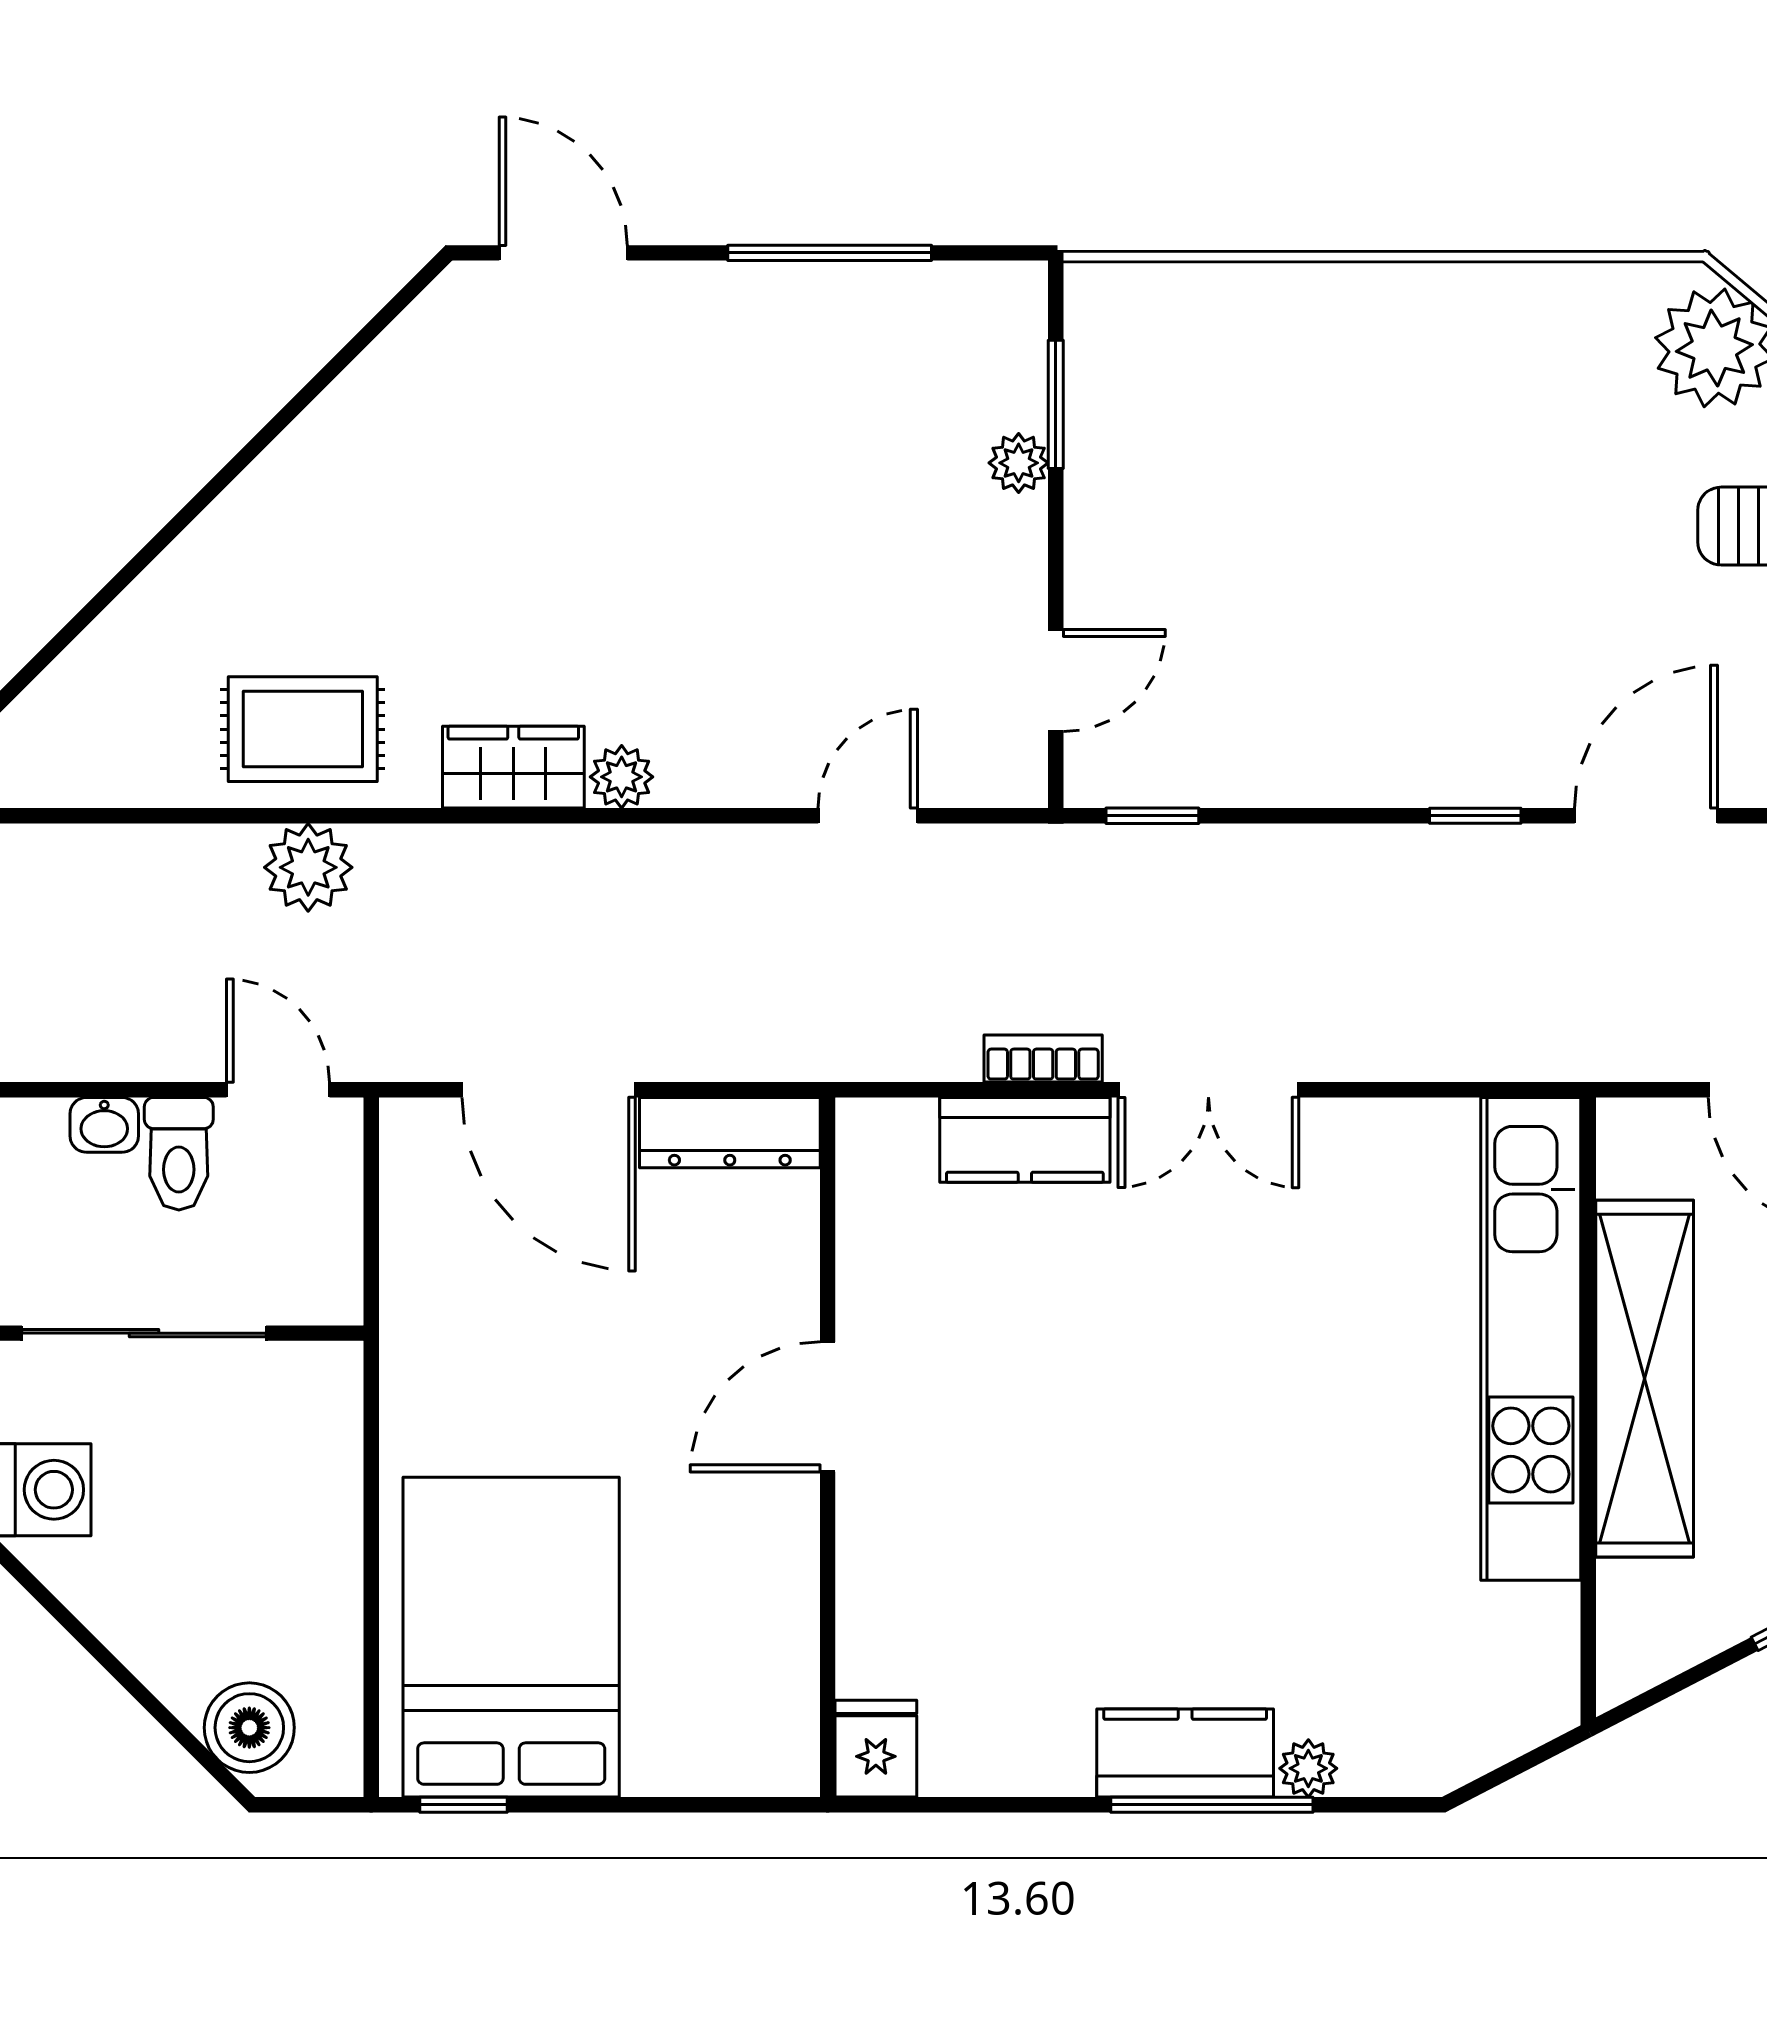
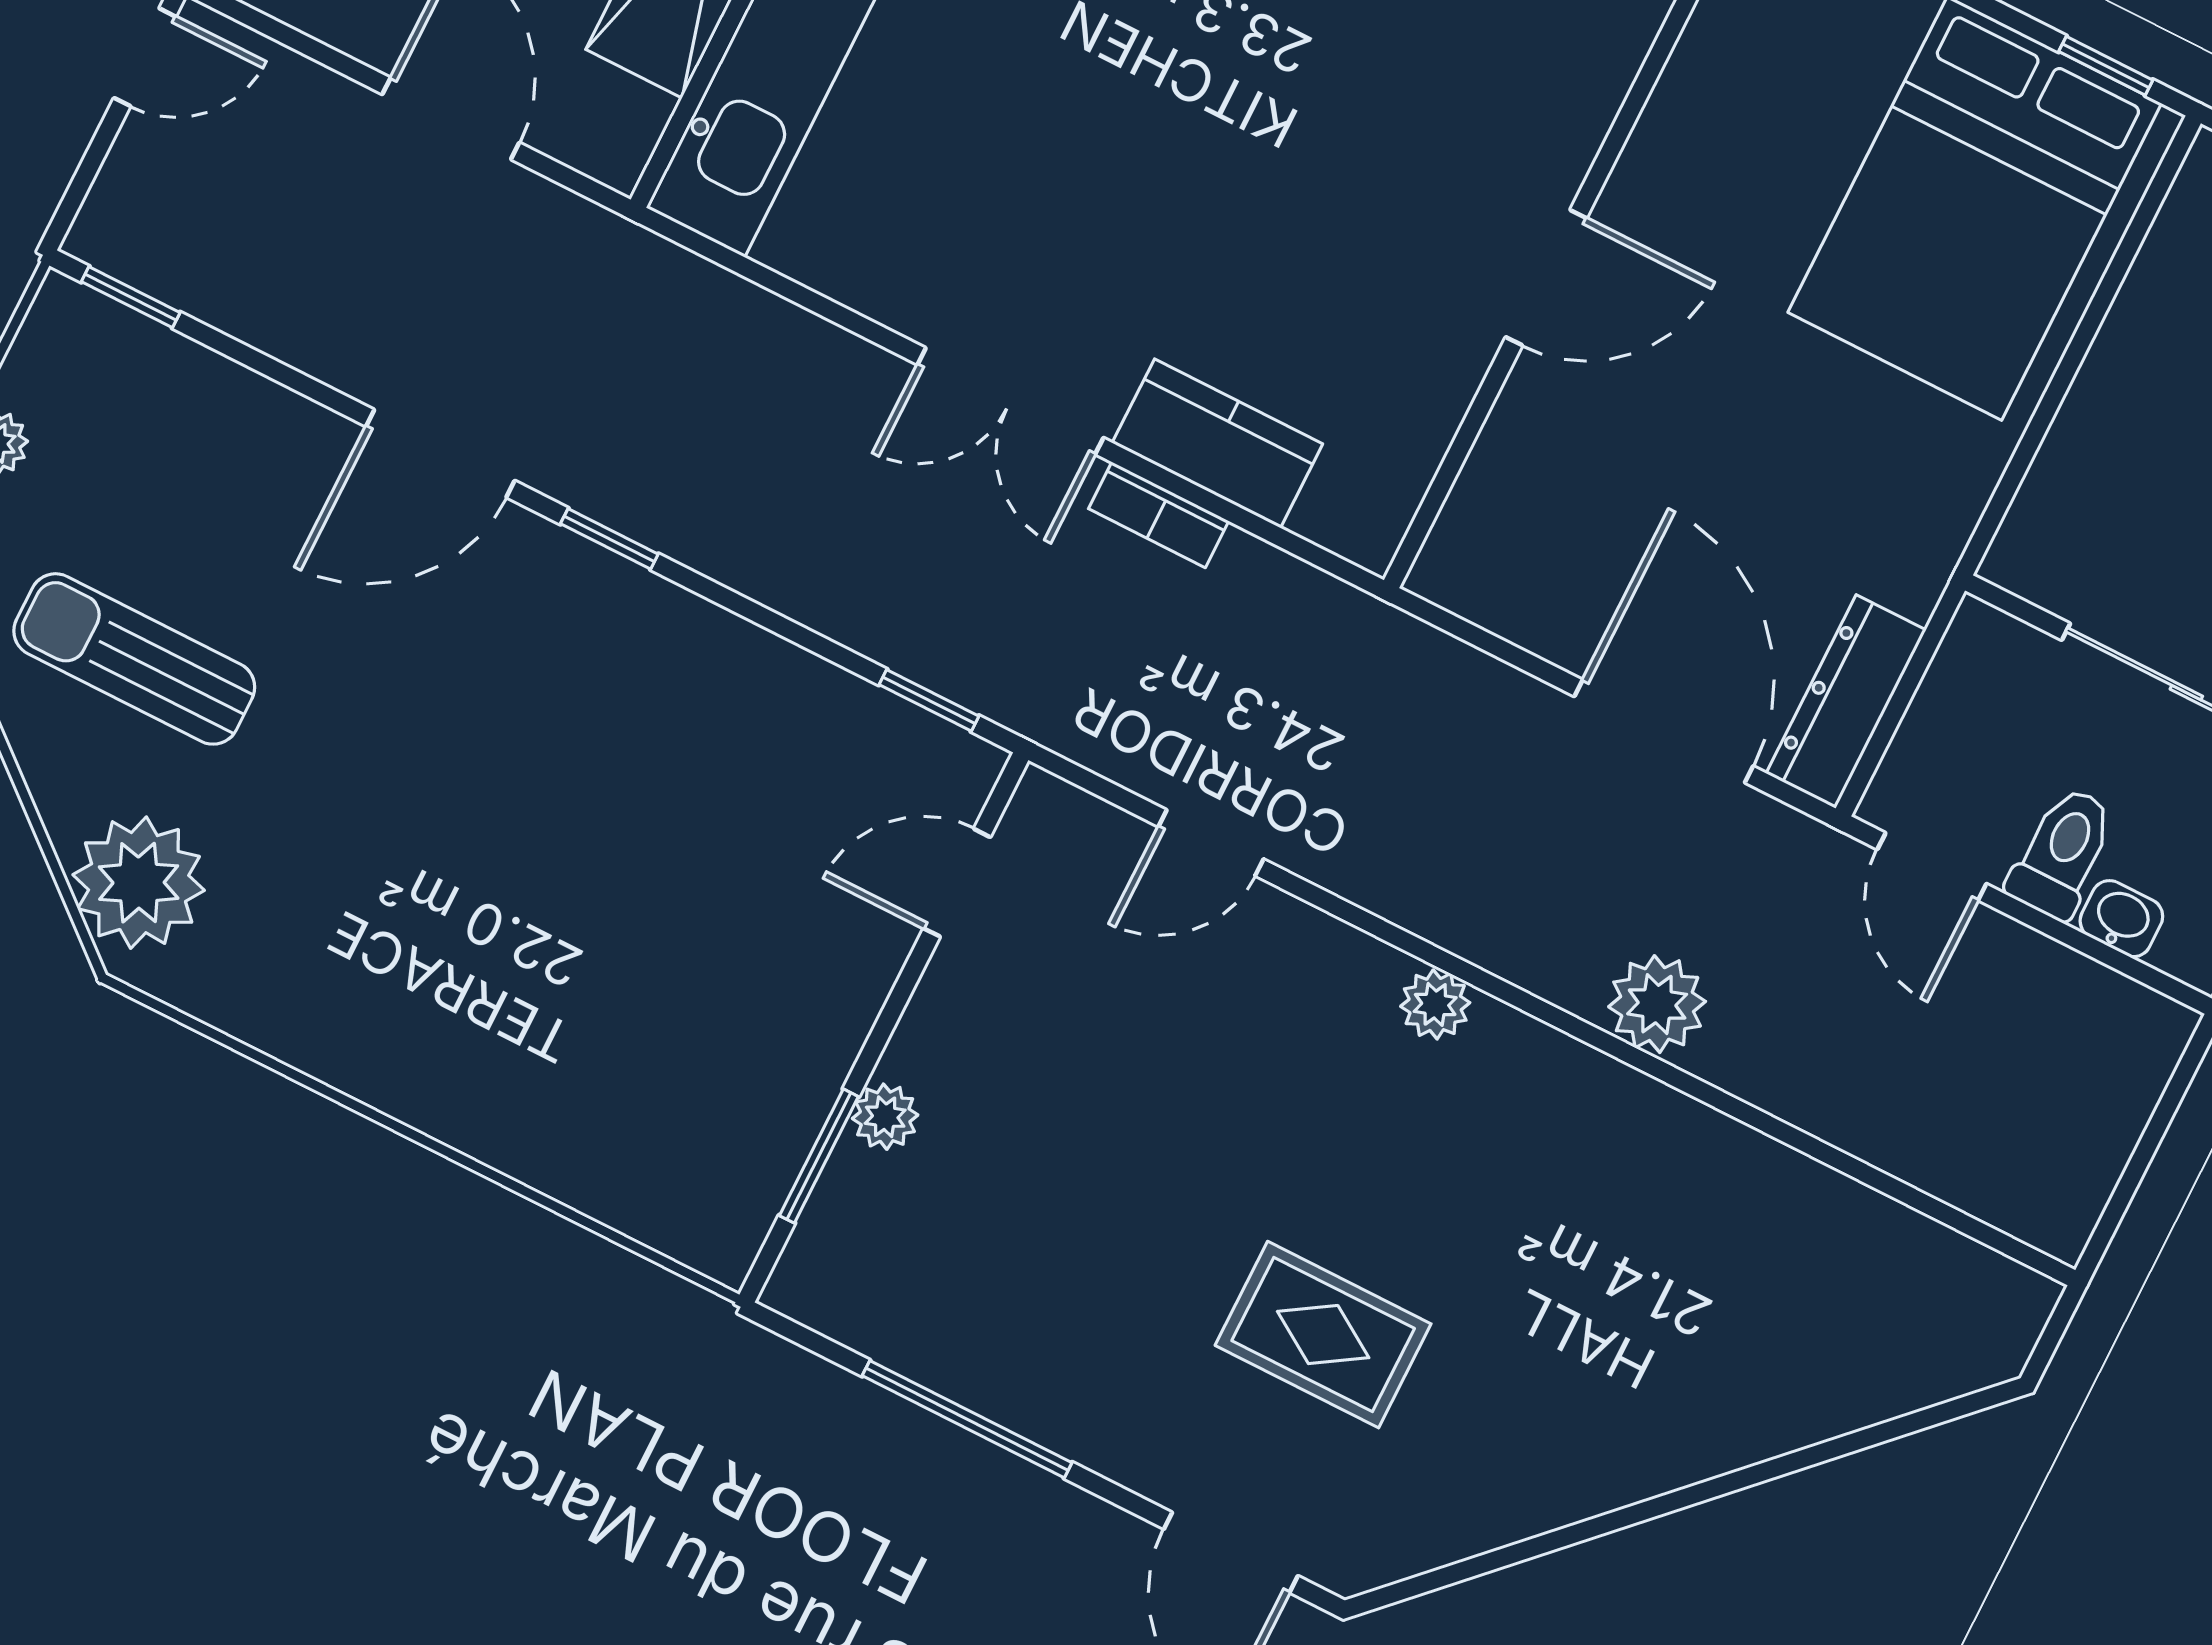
rug: (303, 729) -> (1323, 1335), moved
wardrobe: (513, 767) -> (1538, 1068), removed
plant: (308, 867) -> (1657, 1004), moved
double door: (1208, 1090) -> (1011, 401), swing flipped
dresser: (730, 1133) -> (1846, 702), moved, turned -90

